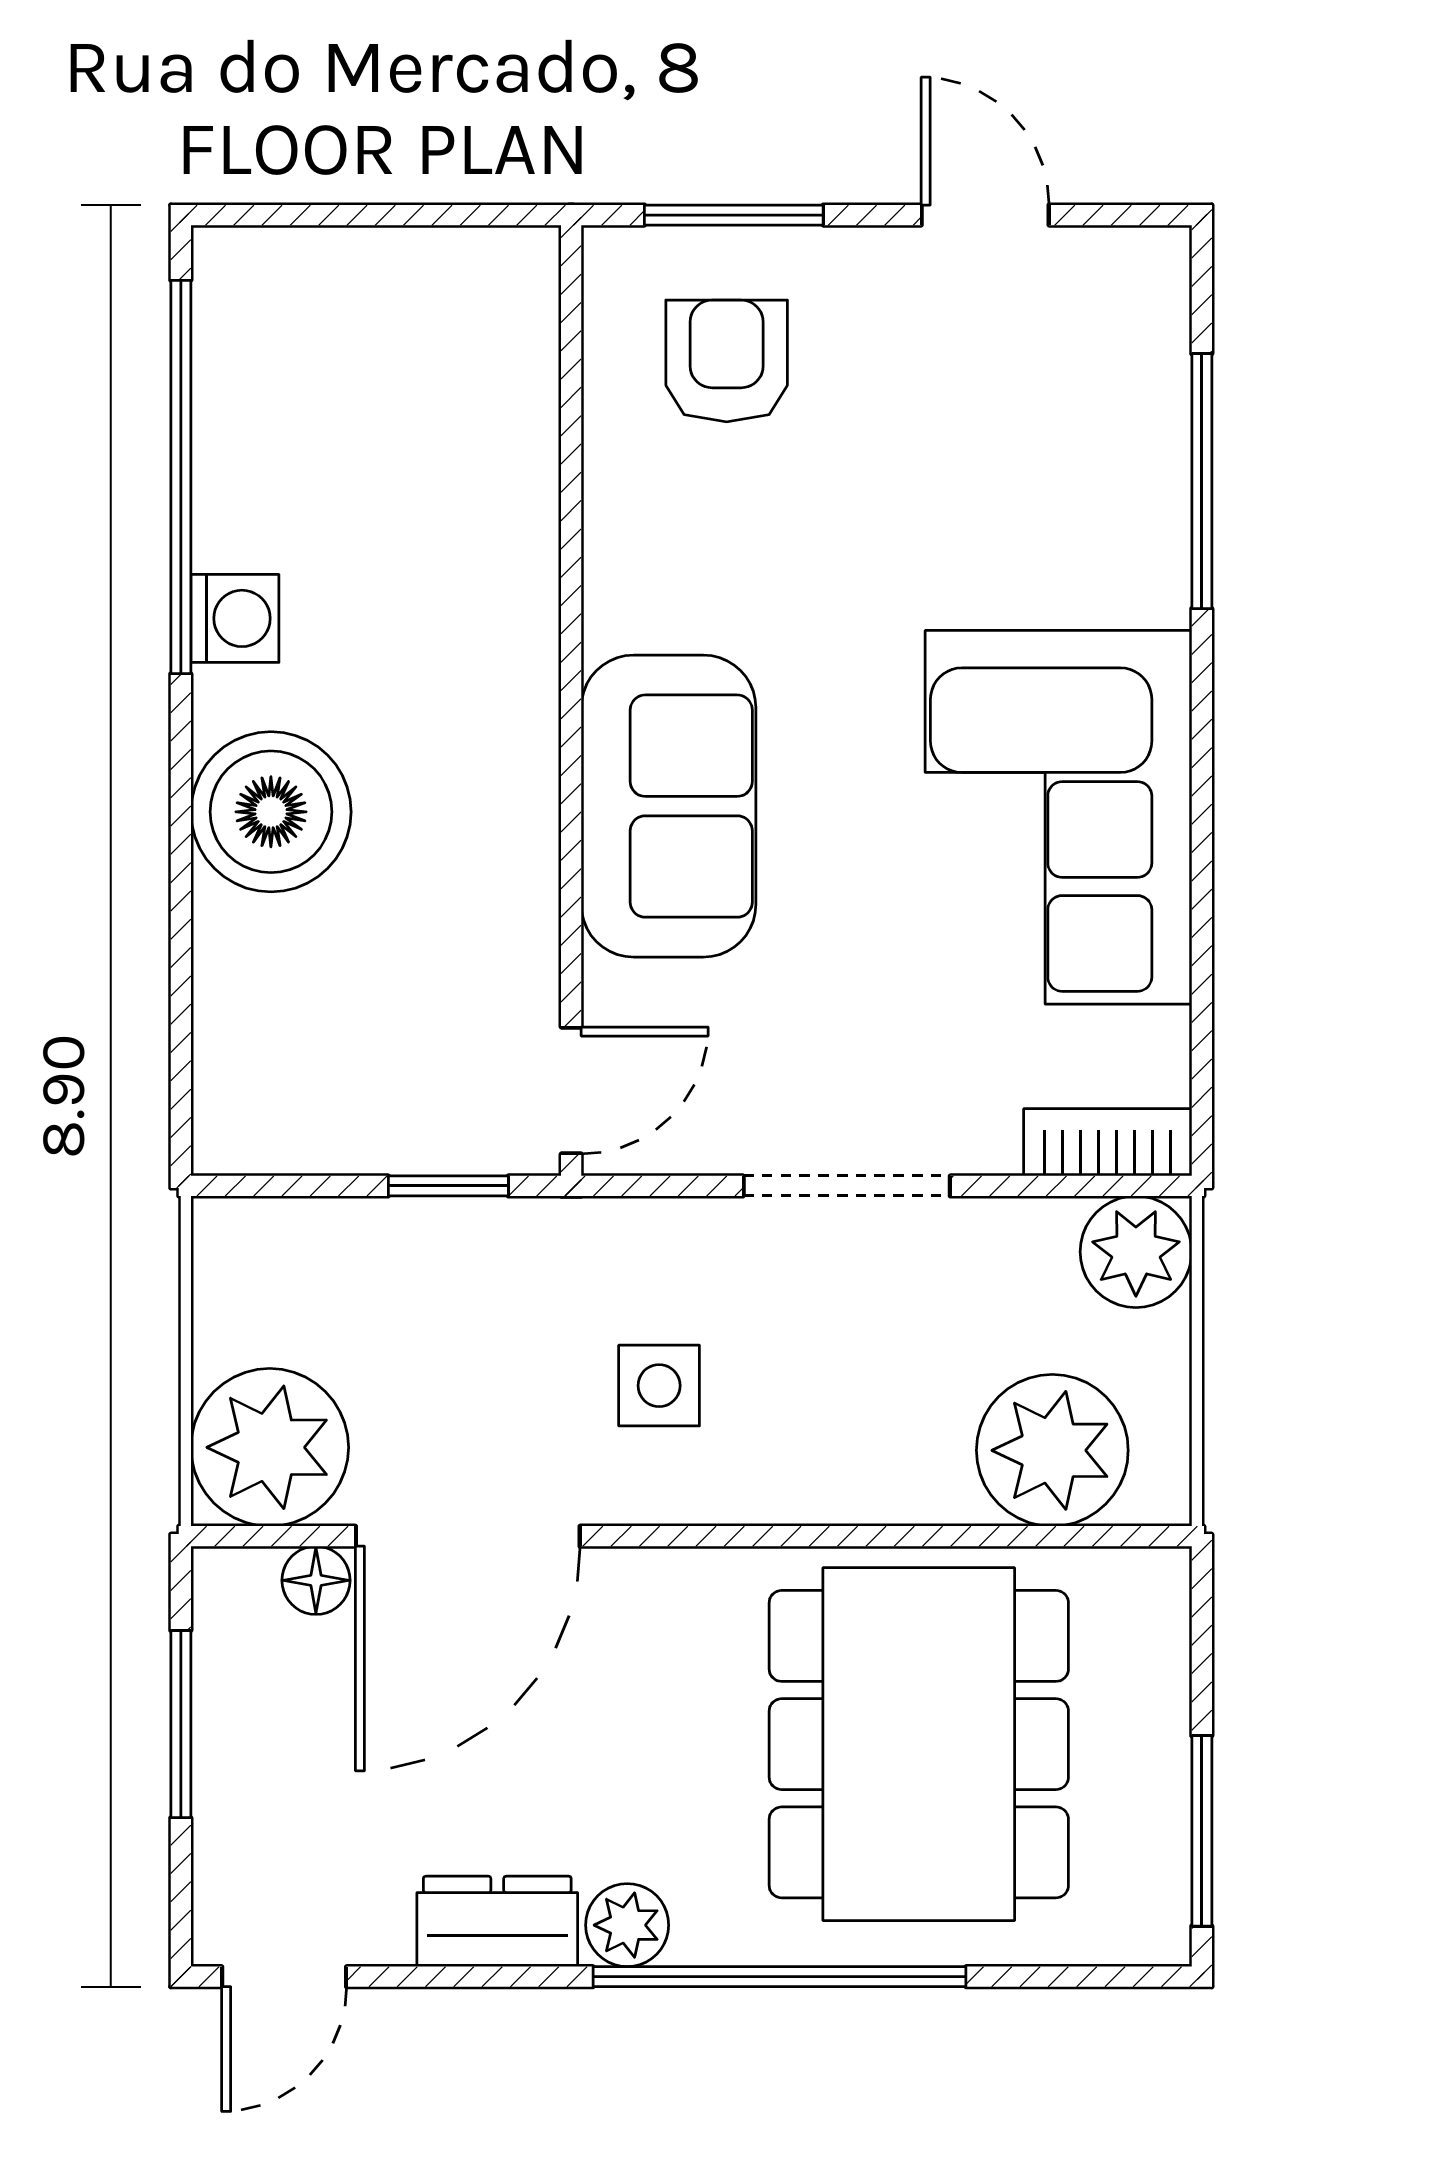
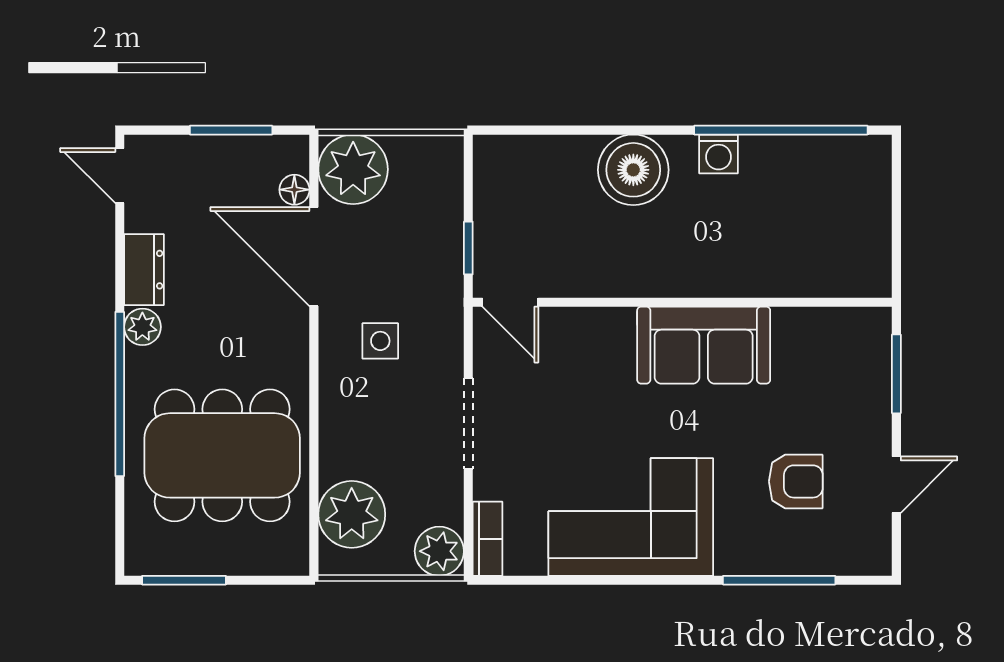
armchair: (727, 361) -> (796, 481), moved
sofa: (669, 806) -> (704, 345), moved

